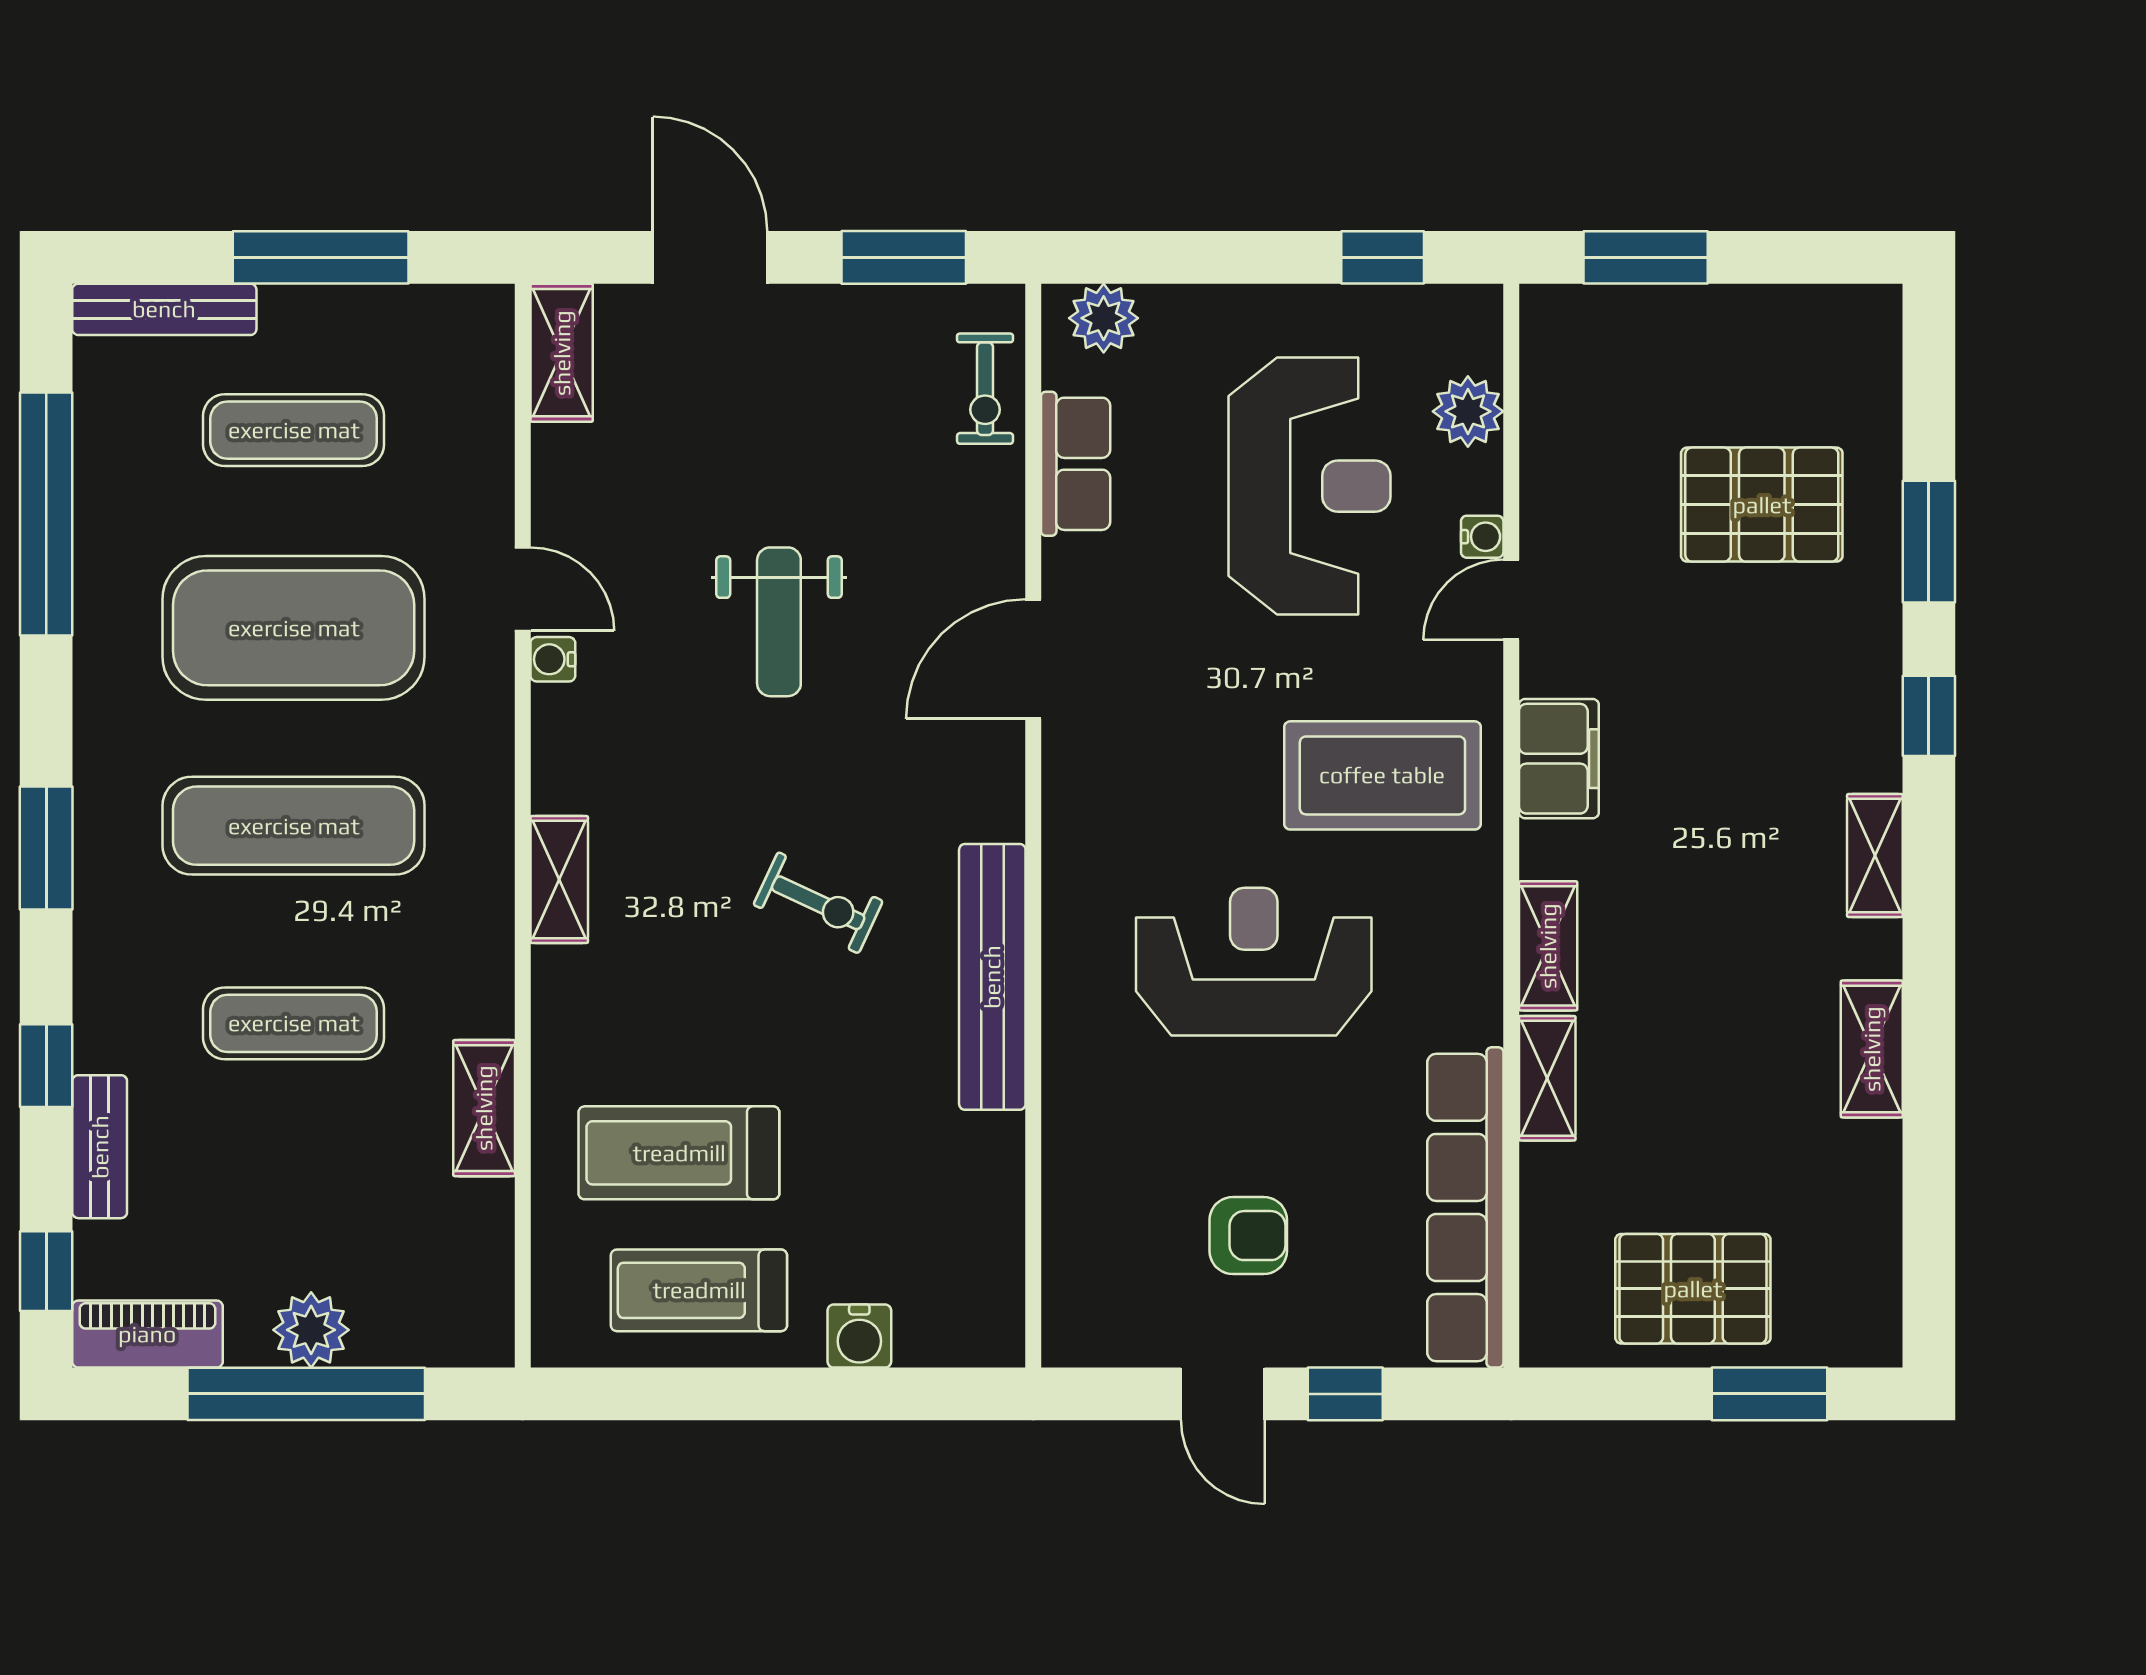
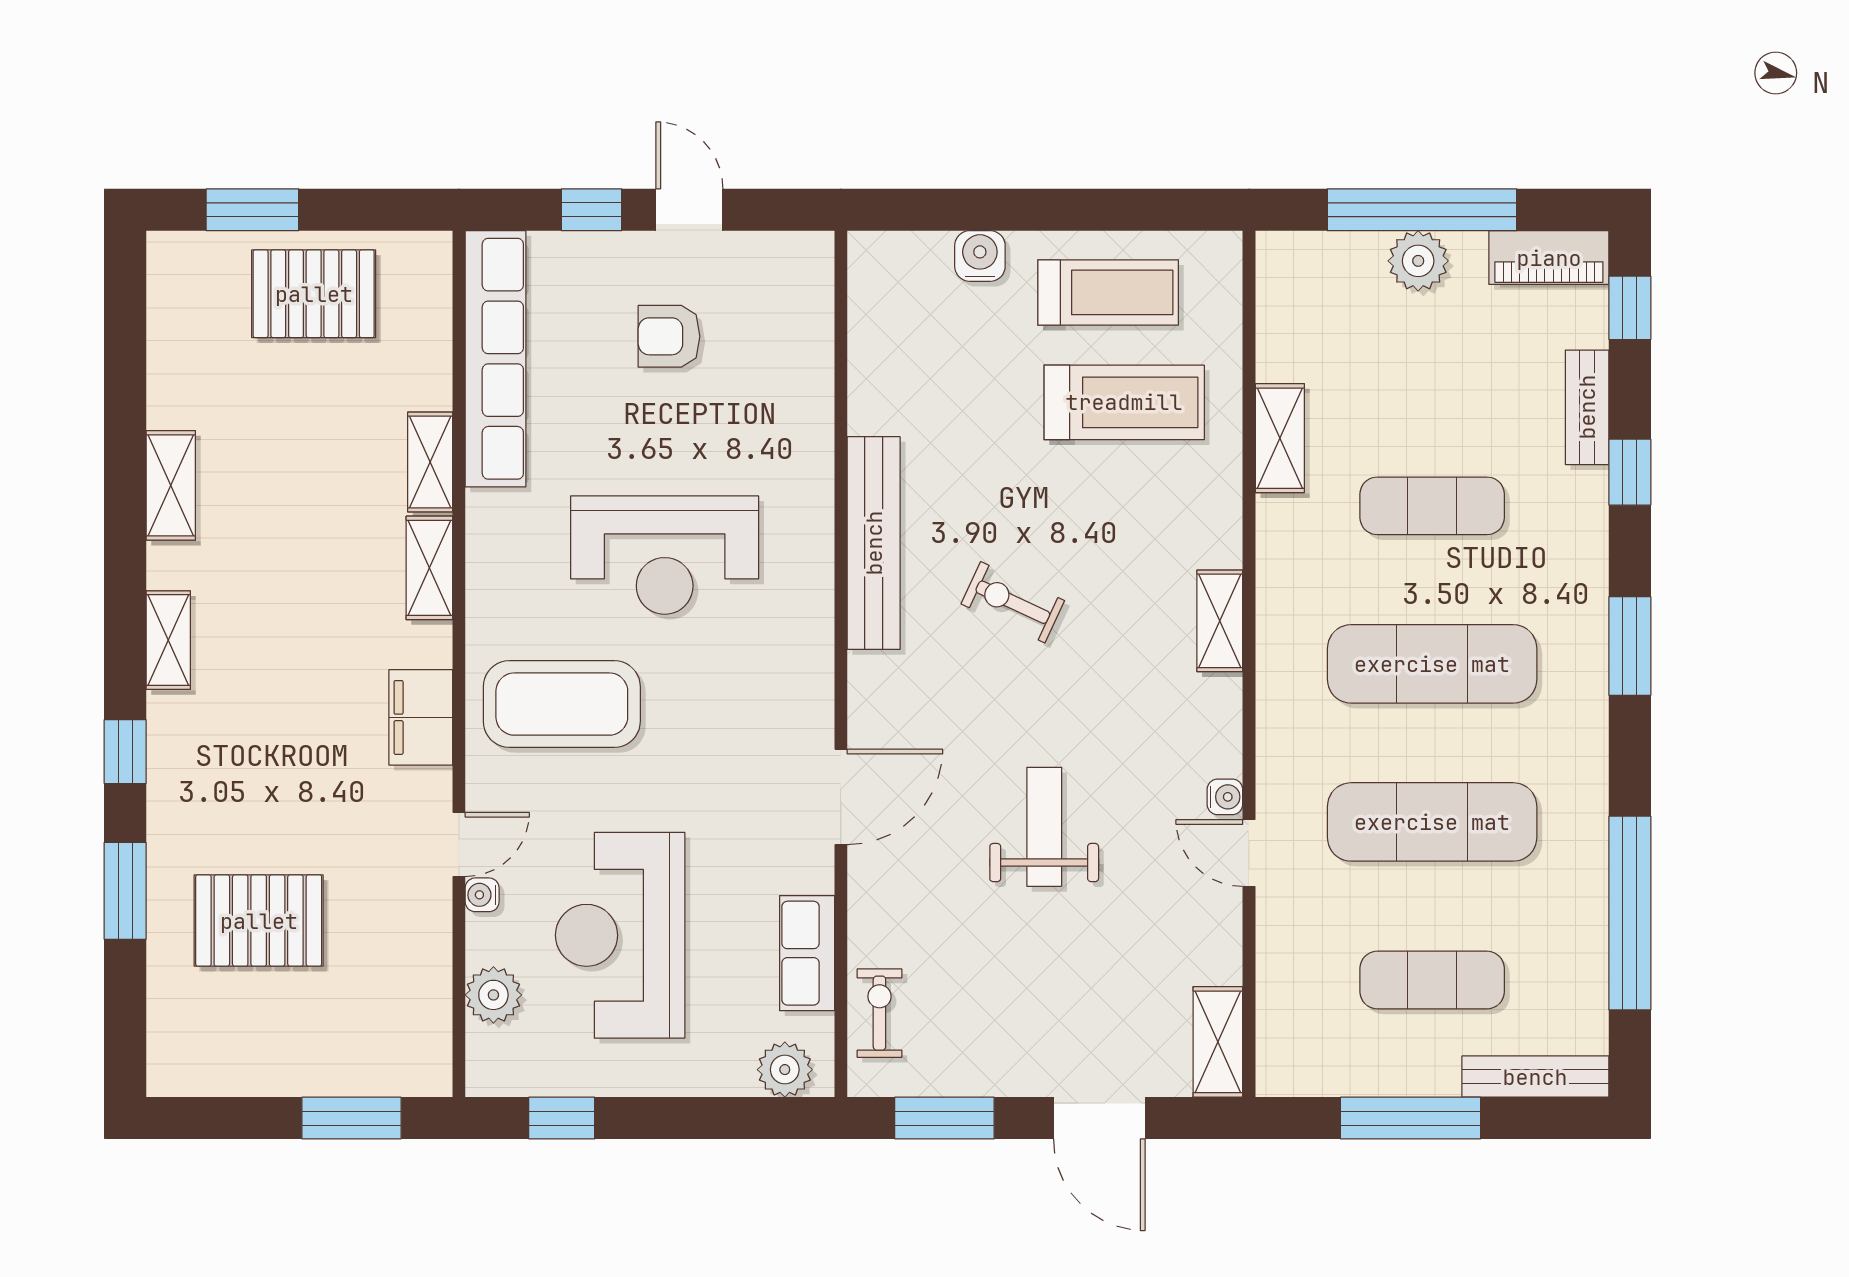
exercise mat: (294, 628) -> (1432, 822), width x0.68

